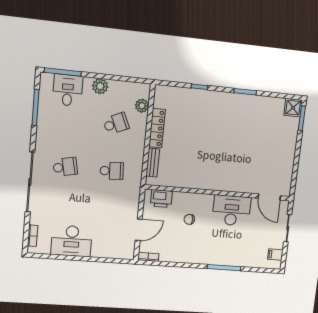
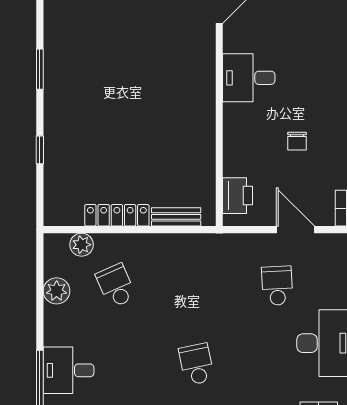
plant: (100, 86) -> (57, 291), moved
school desk: (112, 171) -> (277, 286), moved
desk: (232, 210) -> (249, 78), width x0.73
chair: (189, 219) -> (297, 141), moved

